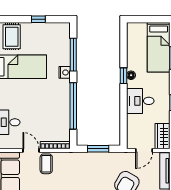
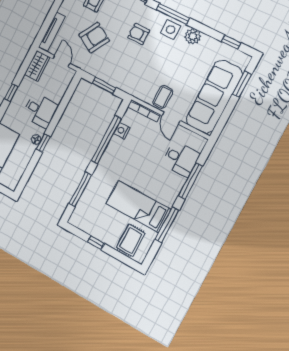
nightstand: (65, 72) -> (122, 131), moved
door: (144, 150) -> (61, 61), hinge flipped

